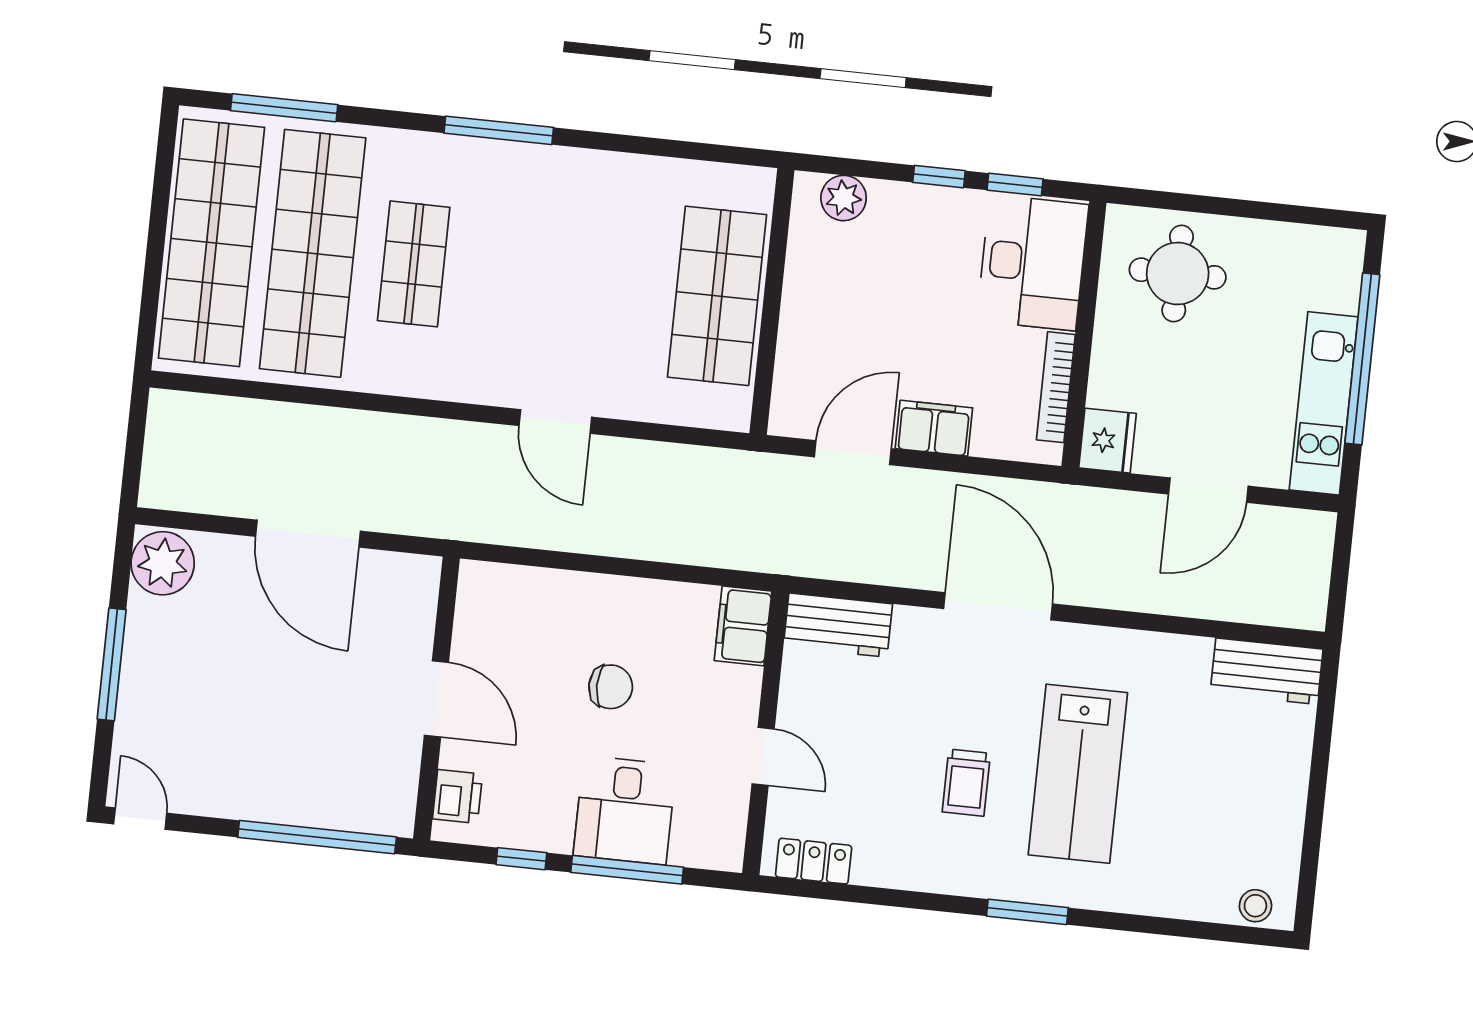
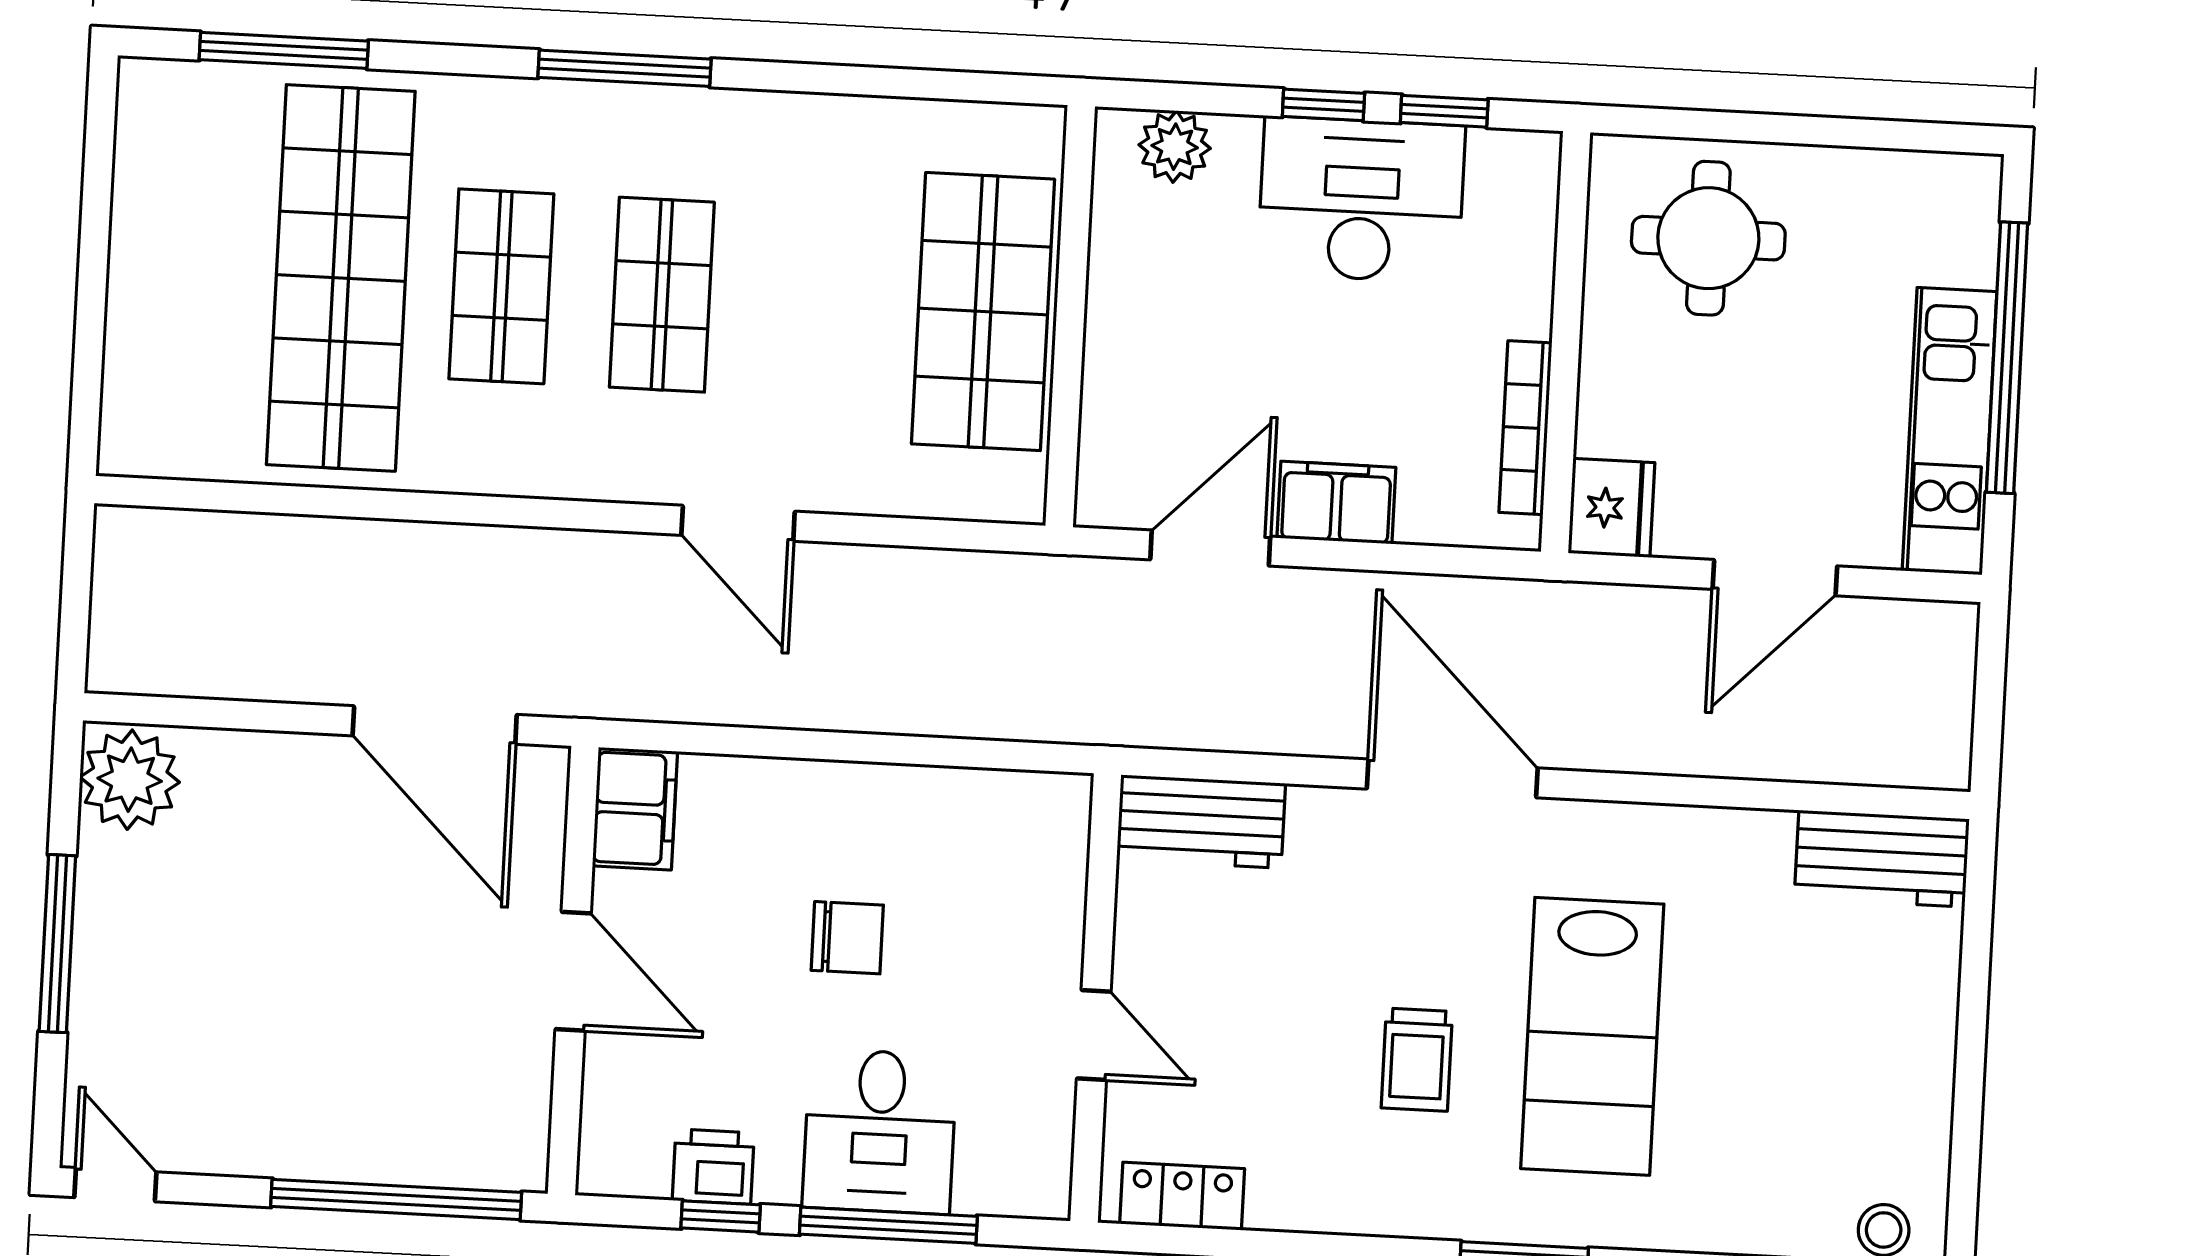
shop shelf: (211, 243) -> (662, 295), moved, width x0.50, depth x0.74
desk: (1033, 263) -> (1361, 200), moved, turned -90
door: (308, 534) -> (435, 725), moved
filing cabinet: (743, 626) -> (635, 809), moved, turned 180
printer: (458, 796) -> (713, 1167), moved, turned -90

